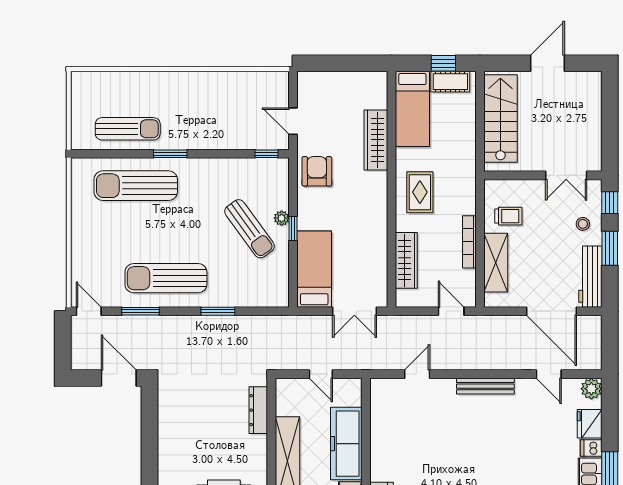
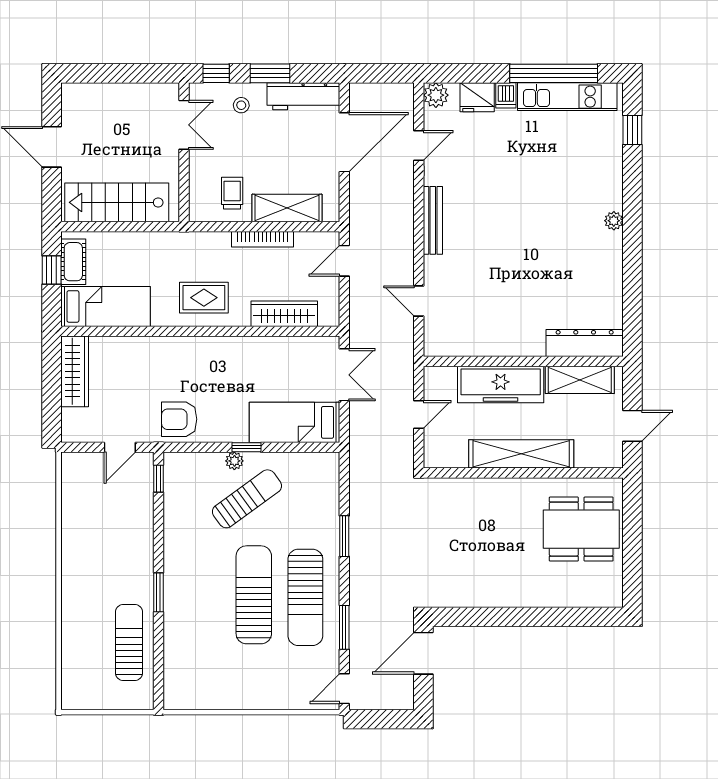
wardrobe: (376, 140) -> (75, 371), moved, turned -90
sun lounger: (136, 186) -> (254, 595), moved, turned 180
dresser: (258, 410) -> (461, 488), removed

